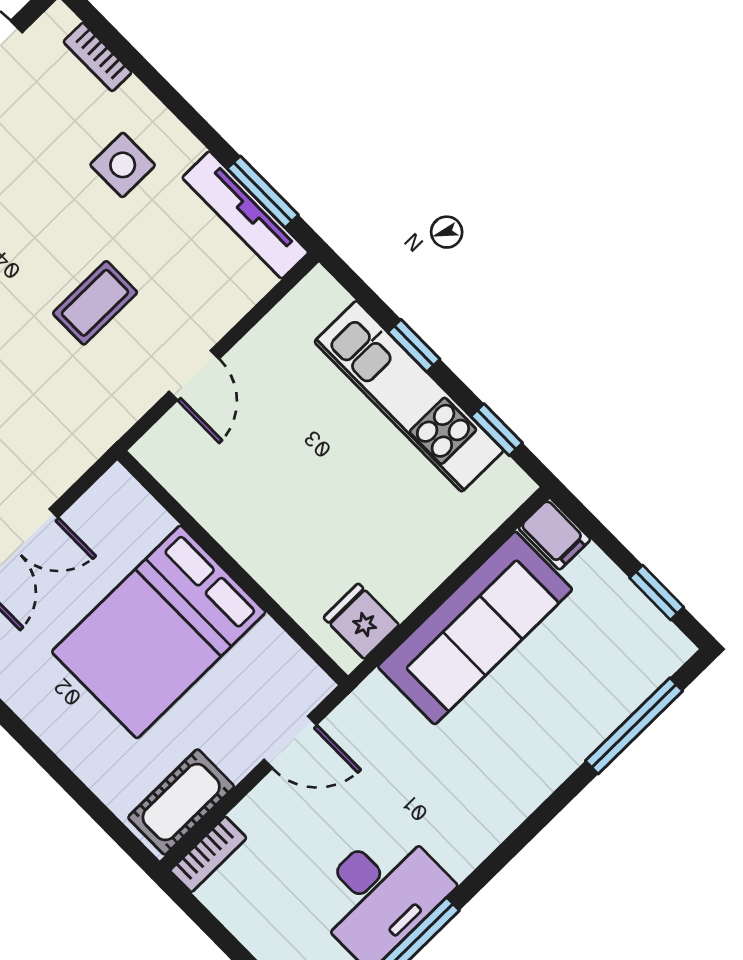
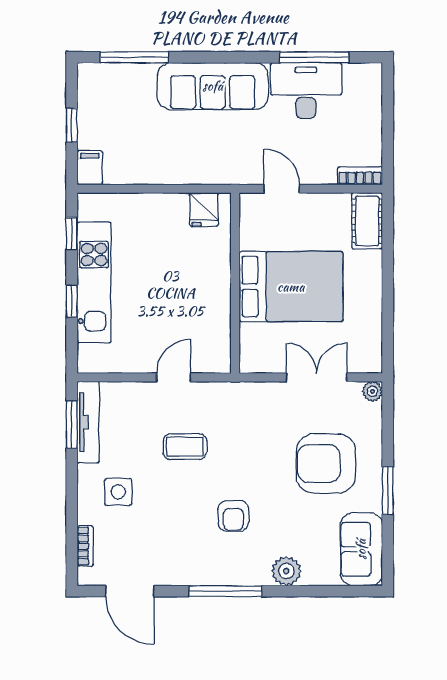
window: (657, 593) -> (72, 125), moved
sofa: (475, 628) -> (213, 86), moved, turned 180
cot: (181, 802) -> (367, 221), moved, turned 90

